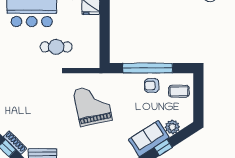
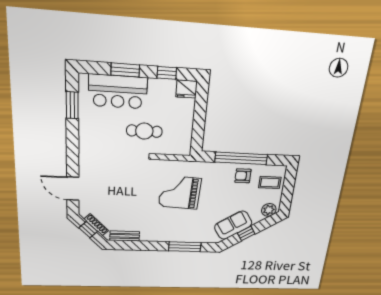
grand piano: (93, 105) -> (180, 192), turned -75
plant: (172, 127) -> (269, 210), moved

